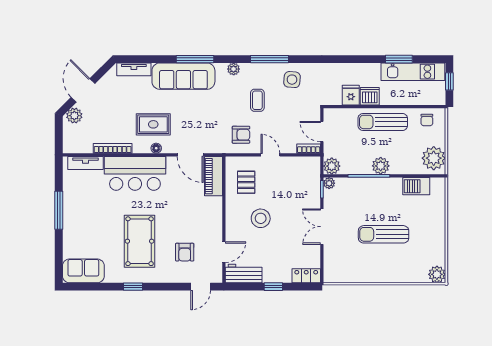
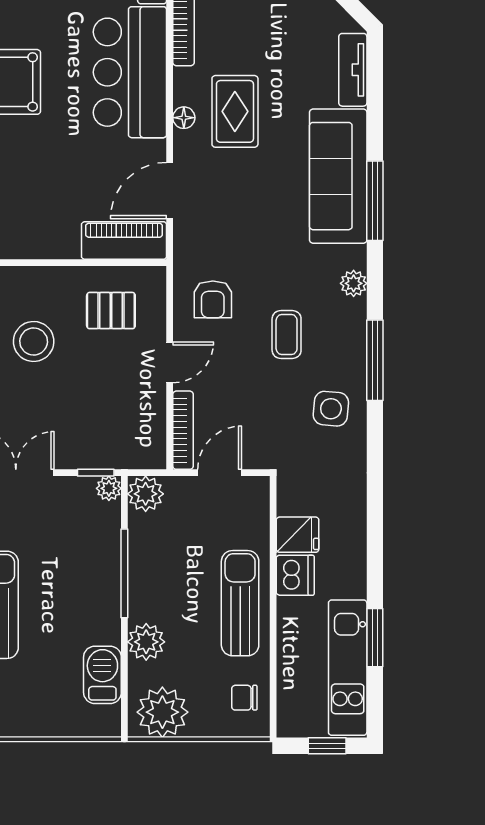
coffee table: (257, 100) -> (287, 334), turned 90
bookcase: (309, 149) -> (183, 430), width x1.56
plant: (381, 166) -> (146, 642), moved

